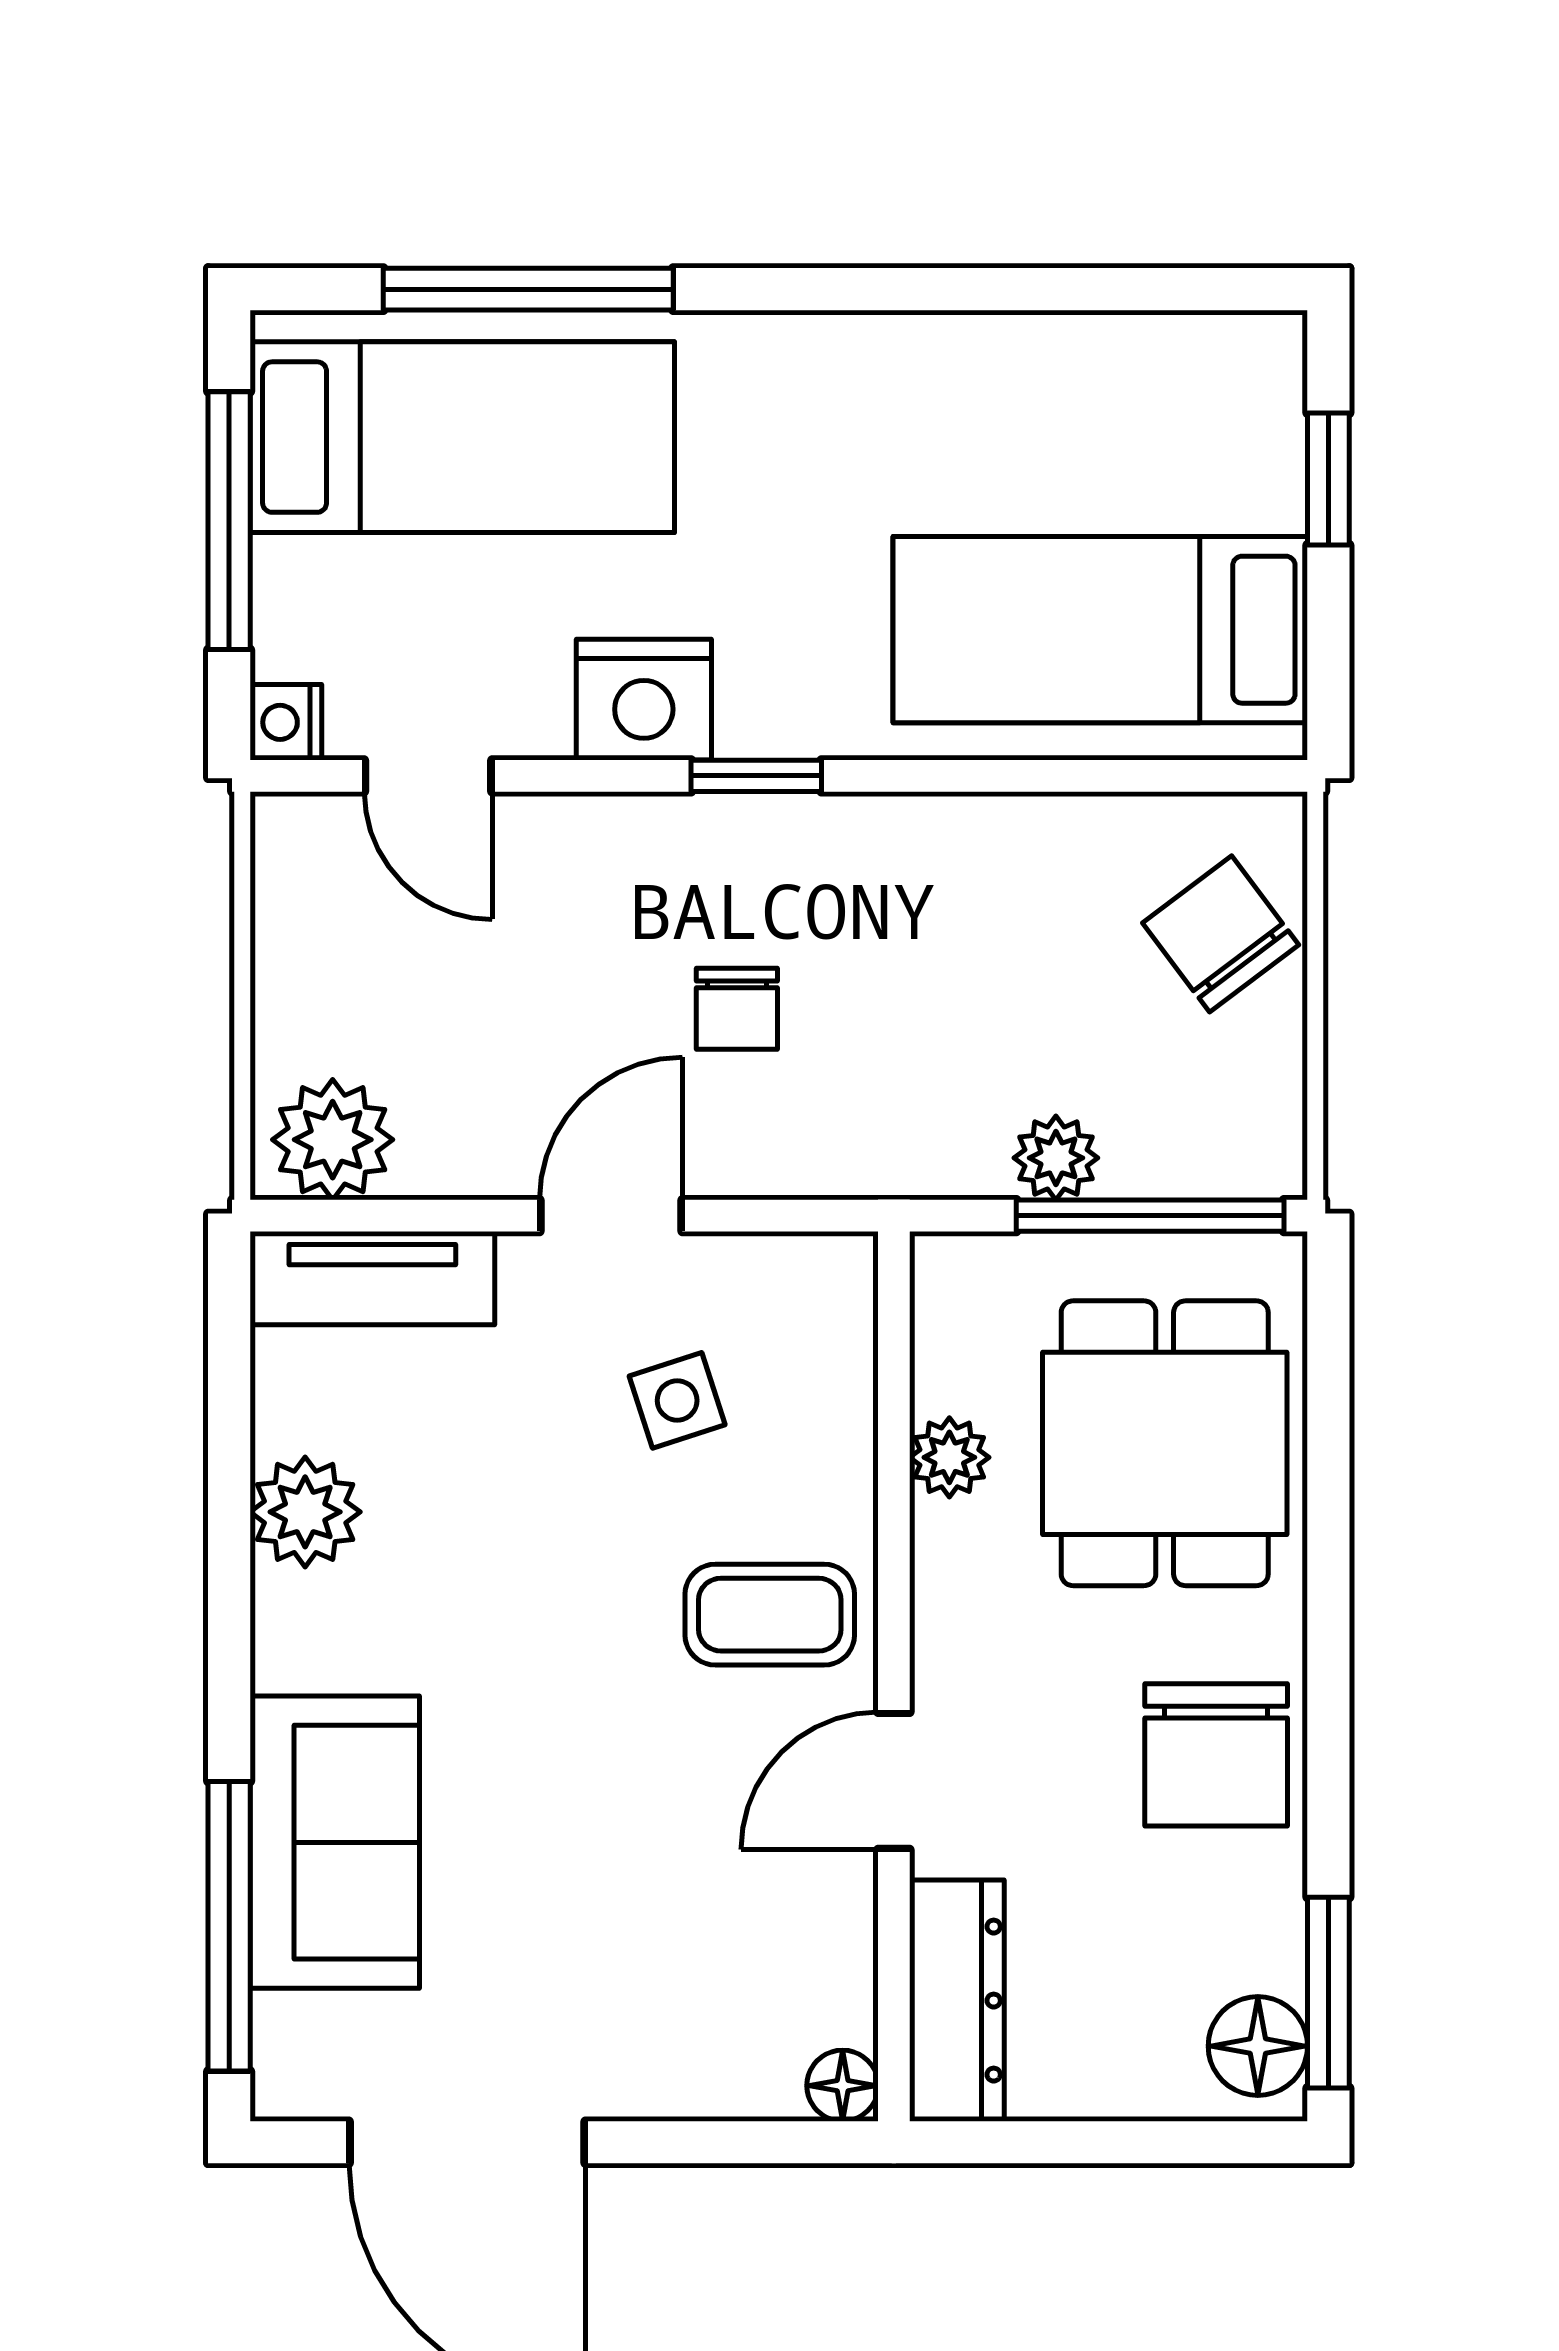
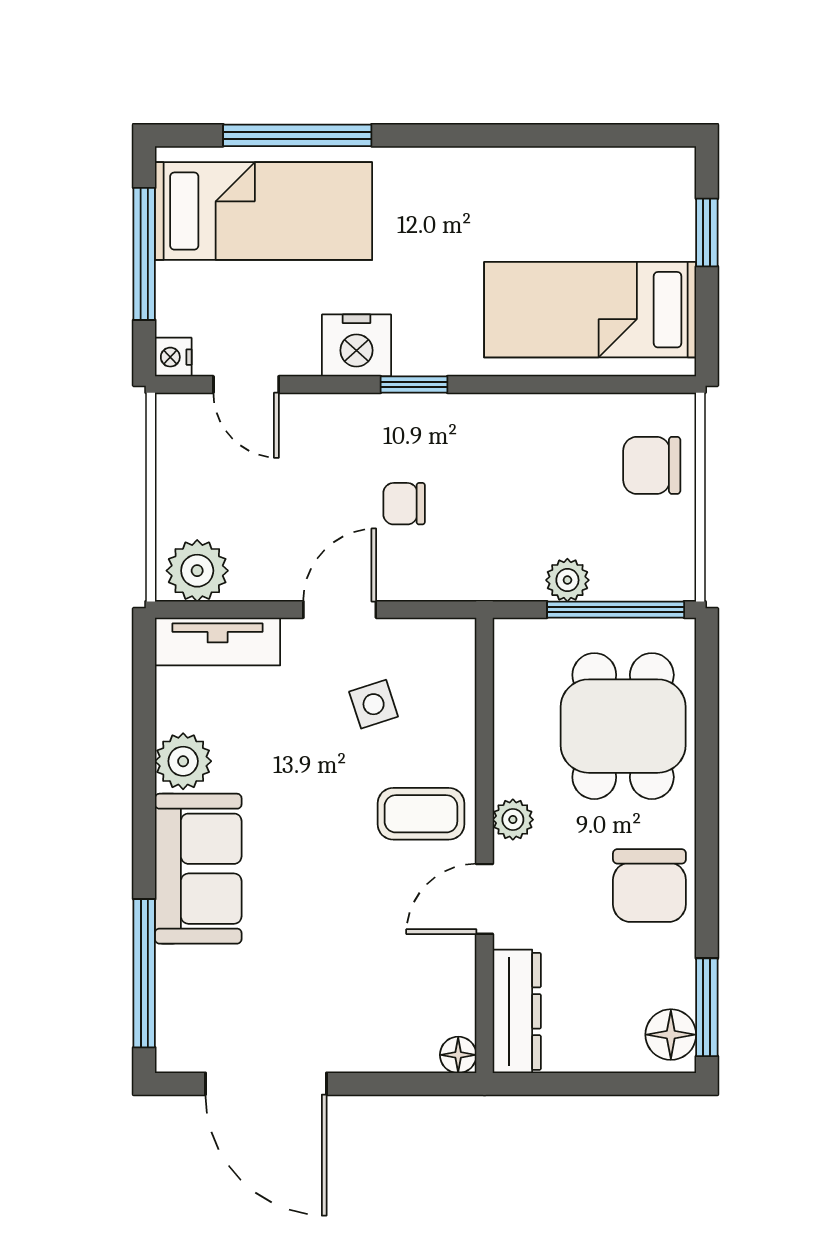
chair: (1221, 934) -> (652, 465), turned -53
chair: (737, 1009) -> (404, 504), turned 90
plant: (949, 1457) -> (513, 820), moved
sofa: (335, 1842) -> (198, 869), moved

